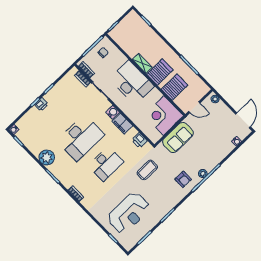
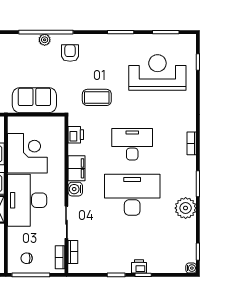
corner desk: (164, 116) -> (27, 153), moved, turned -90

